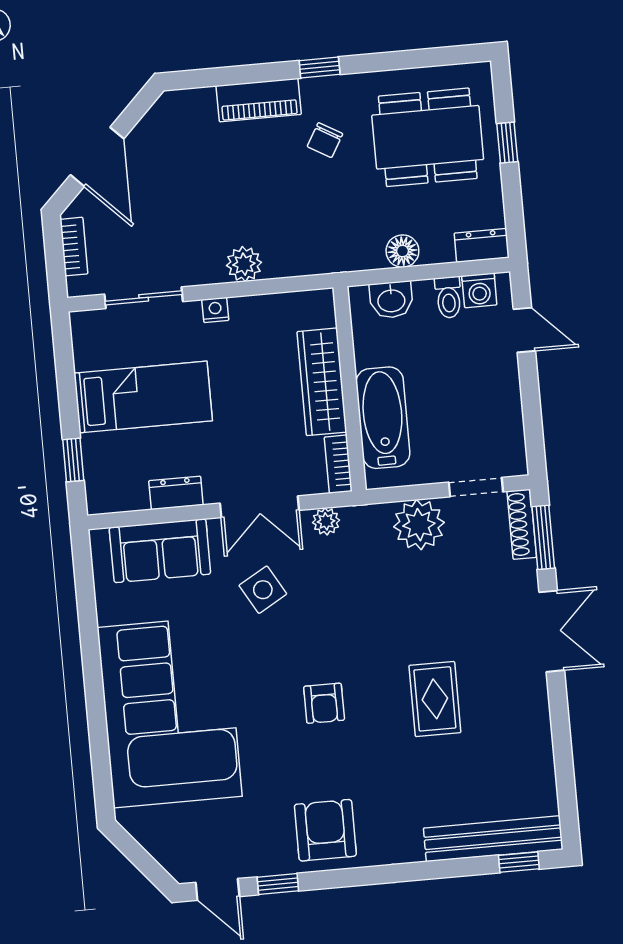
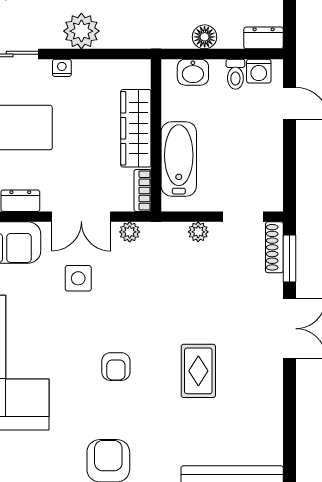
plant: (244, 264) -> (81, 31), width x1.36, depth x1.36
plant: (419, 525) -> (198, 232), width x0.53, depth x0.53
side table: (263, 590) -> (78, 278), turned 30

